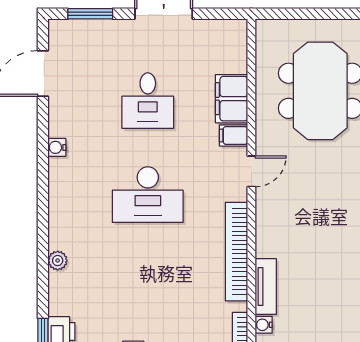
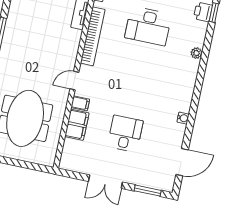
desk: (148, 195) -> (148, 26), moved, turned 180

